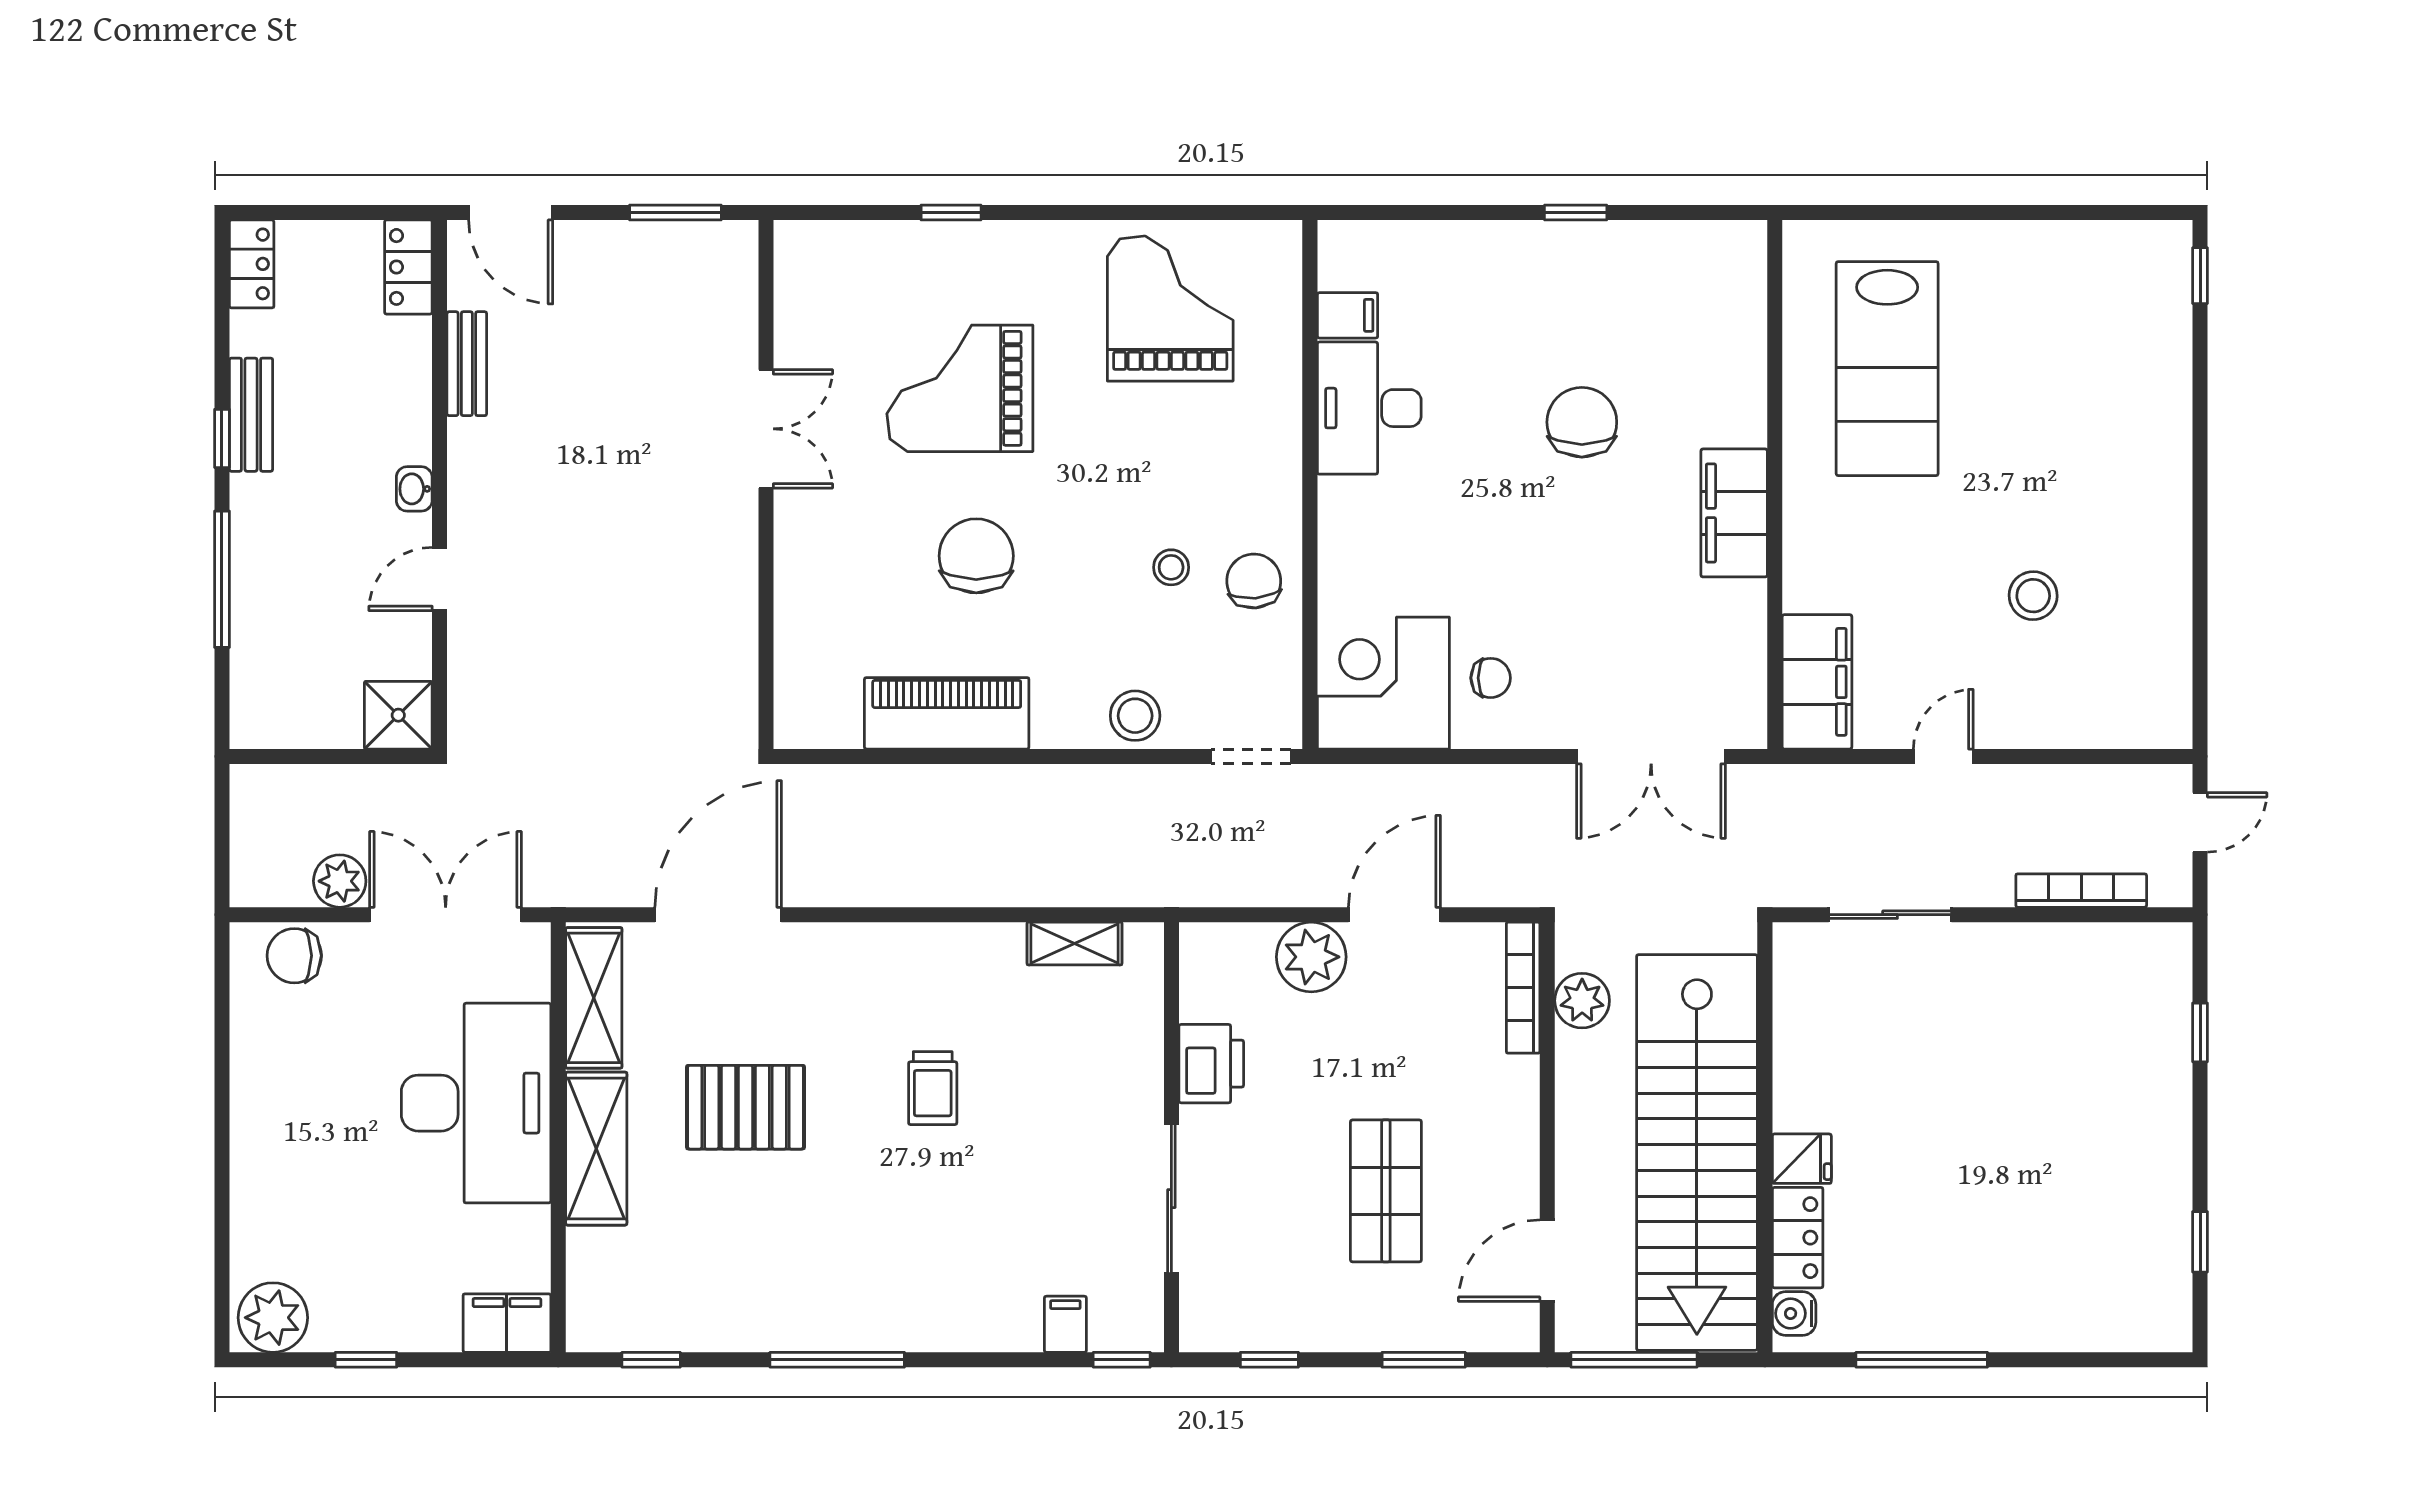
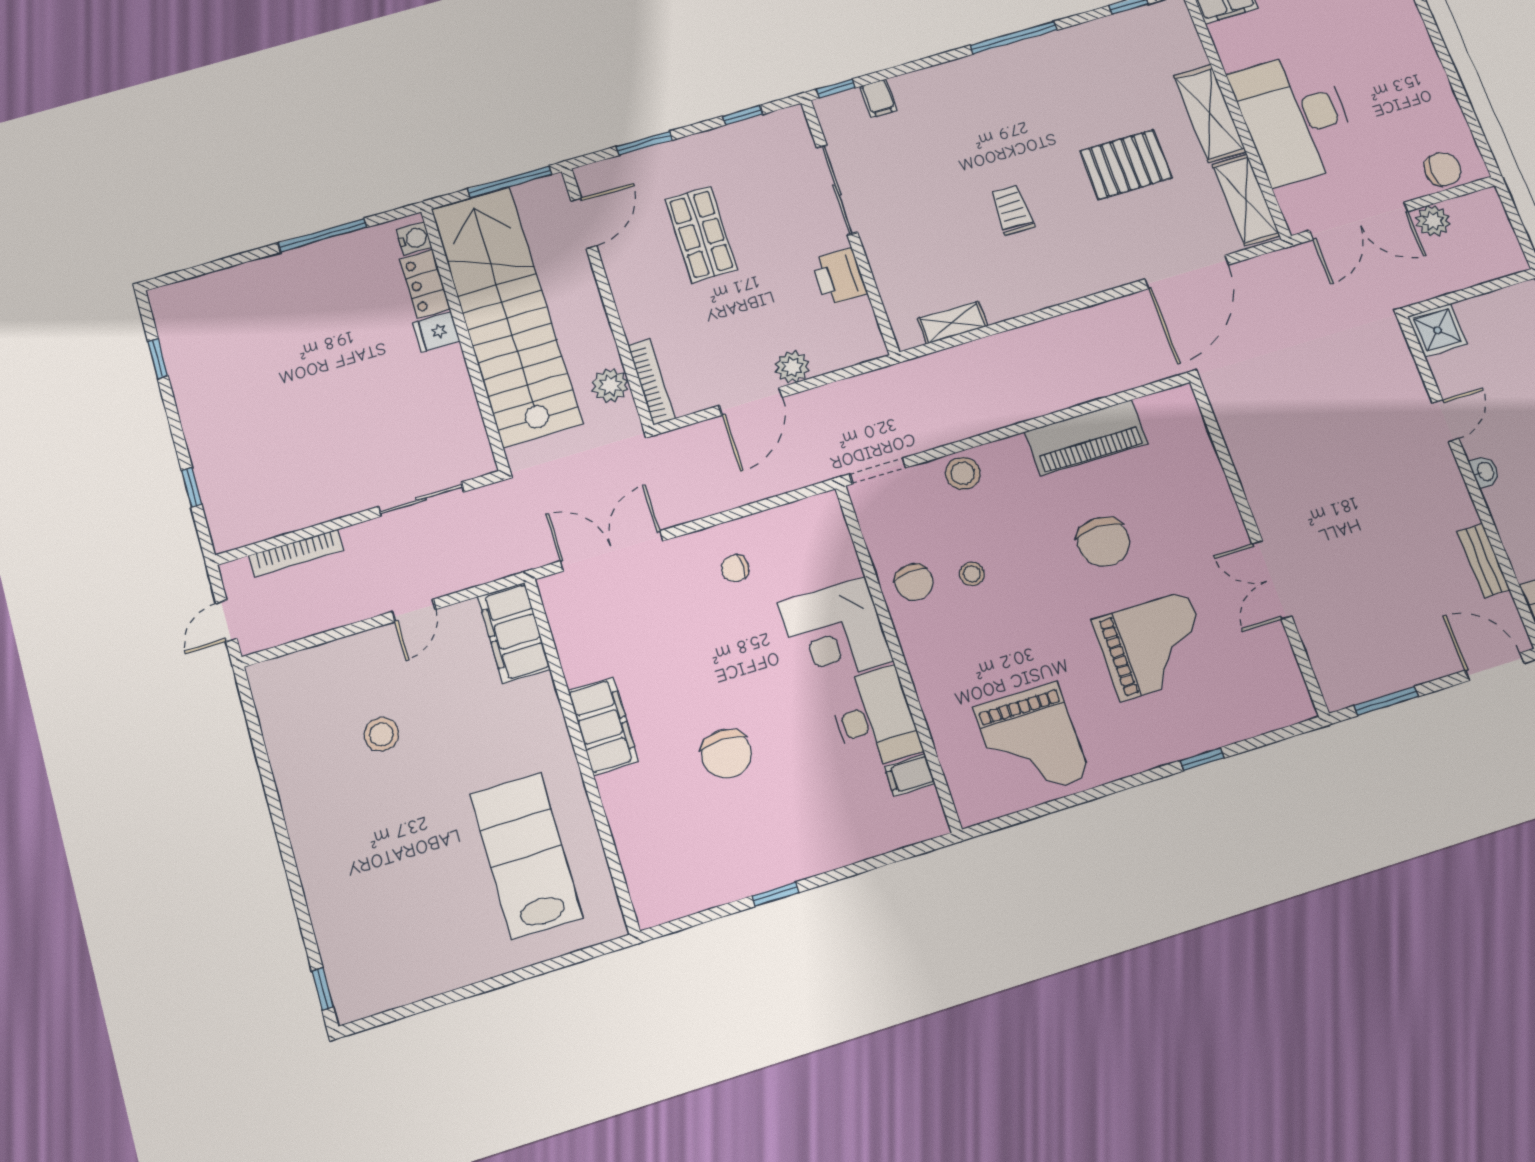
corner desk: (1383, 683) -> (835, 632), moved, turned 90
plant: (1311, 957) -> (792, 367), width x0.73, depth x0.73

